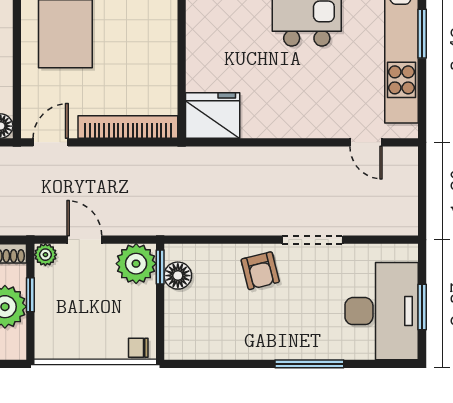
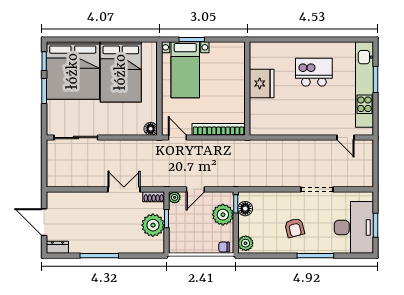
fridge: (213, 115) -> (262, 83), moved, turned 90
door: (51, 142) -> (177, 138), hinge flipped
door: (84, 240) -> (195, 189), swing flipped
plant: (136, 264) -> (223, 215), moved
armchair: (260, 271) -> (295, 228), moved
plant: (178, 341) -> (246, 243), added

